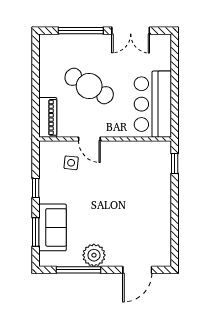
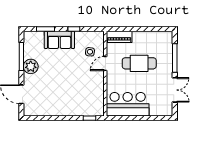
double door: (131, 31) -> (175, 90), swing flipped
cafe table: (89, 86) -> (139, 63), turned 60
sofa: (52, 227) -> (59, 40), moved

